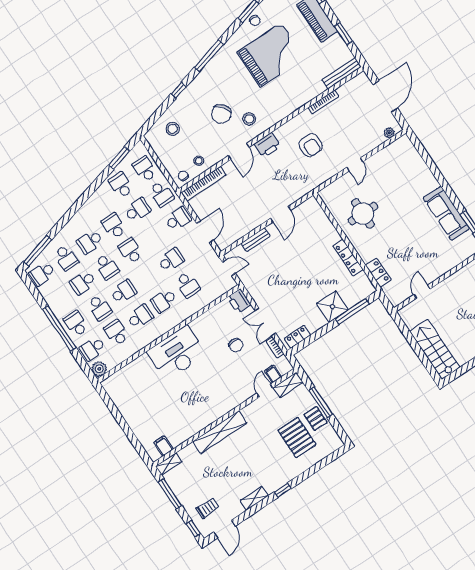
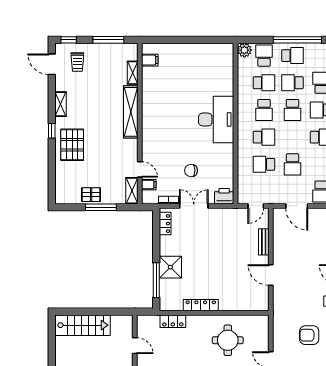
school desk: (164, 301) -> (264, 137), turned 90
pallet: (297, 437) -> (72, 145), moved, turned 90
shelving: (169, 464) -> (133, 73), moved

